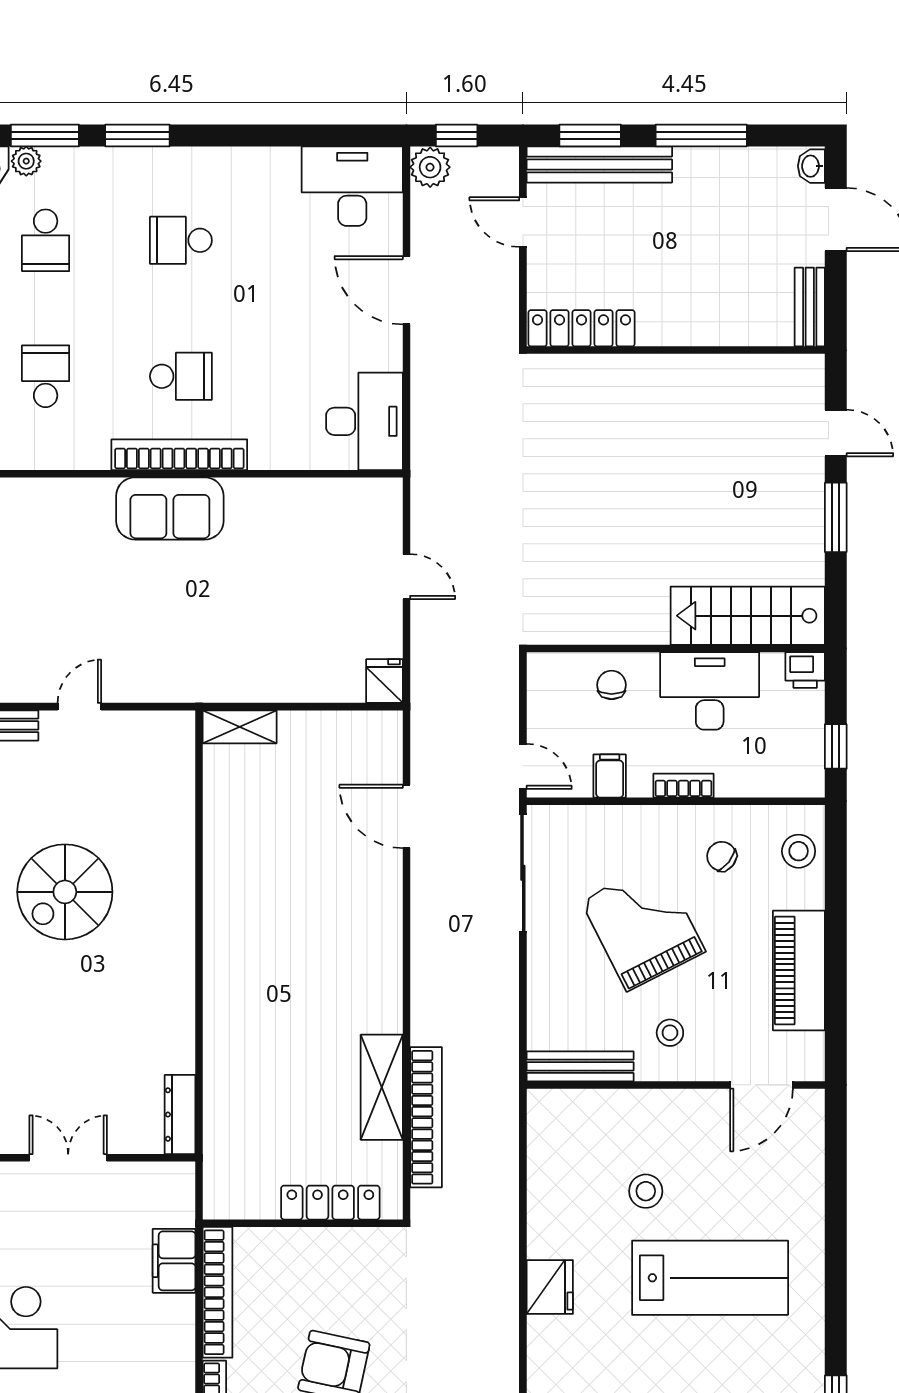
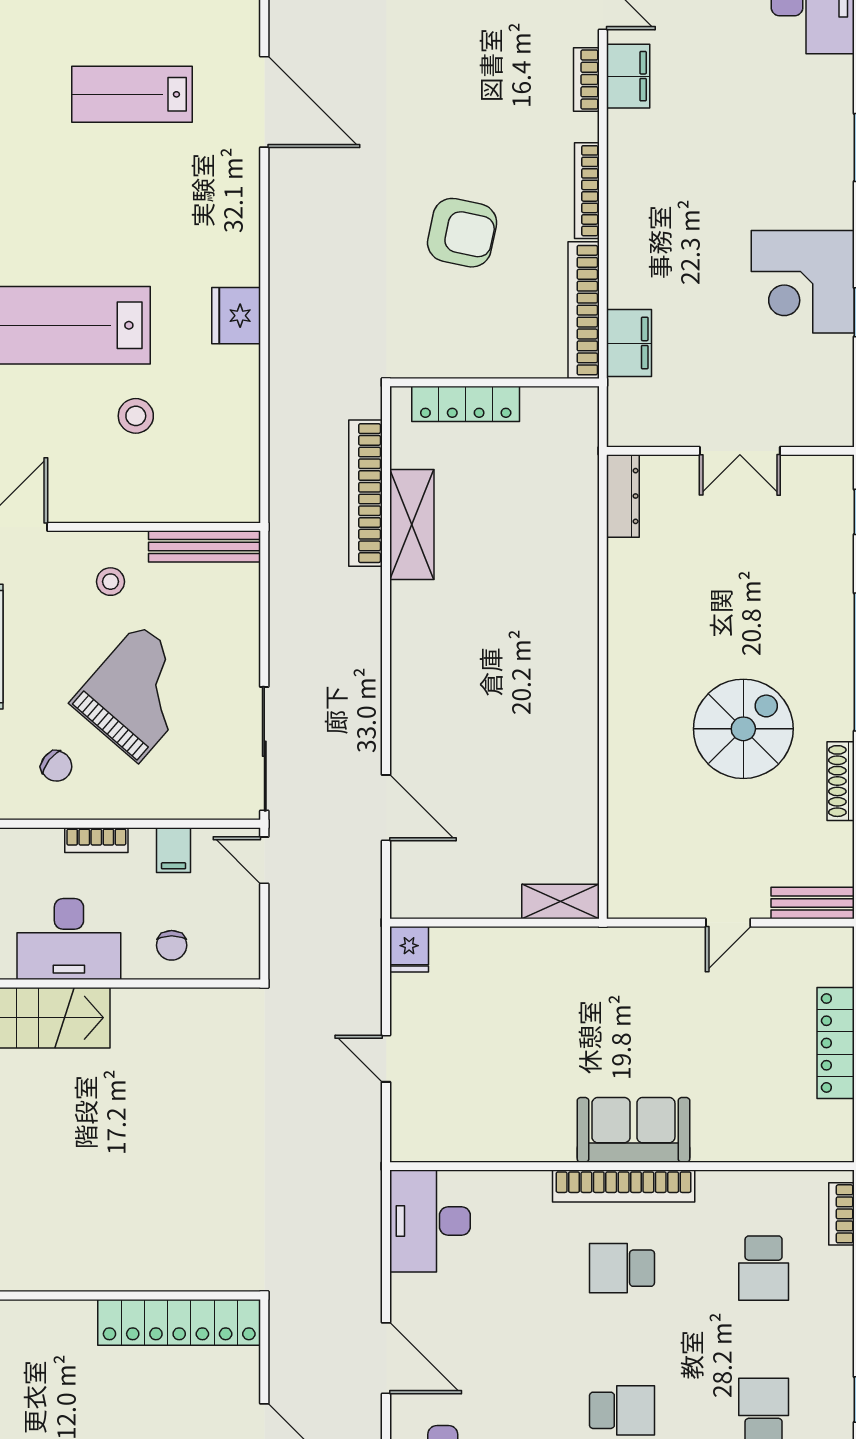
locker: (582, 328) -> (179, 1322), width x1.41, depth x1.21
grand piano: (643, 926) -> (139, 693), turned -112

